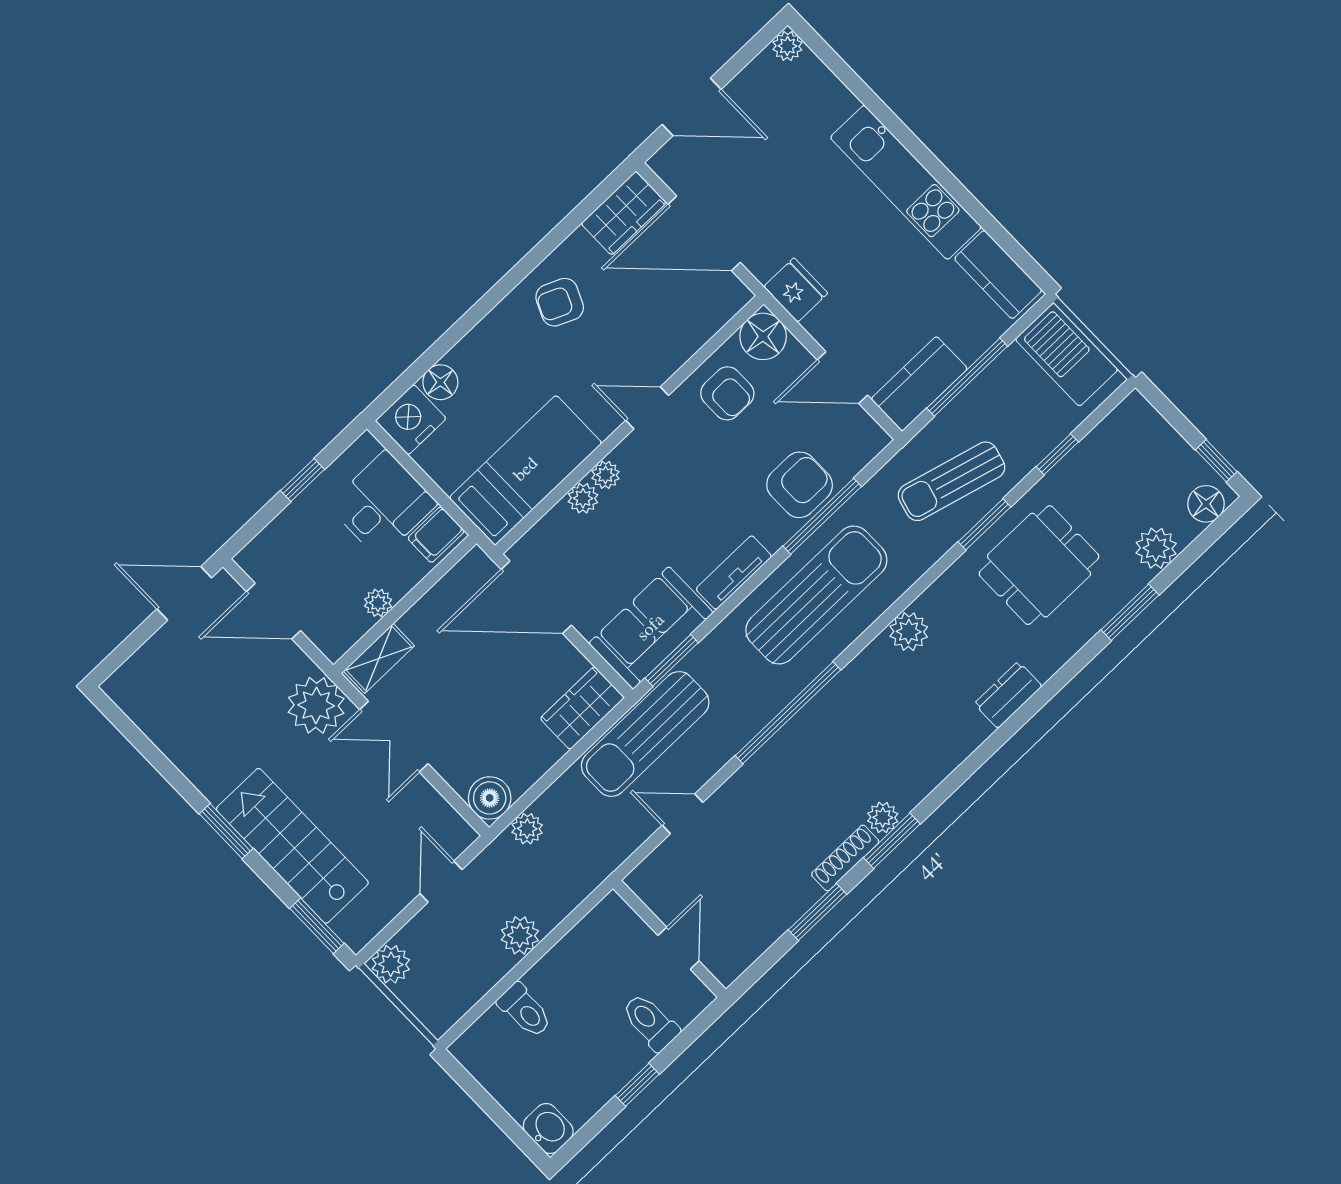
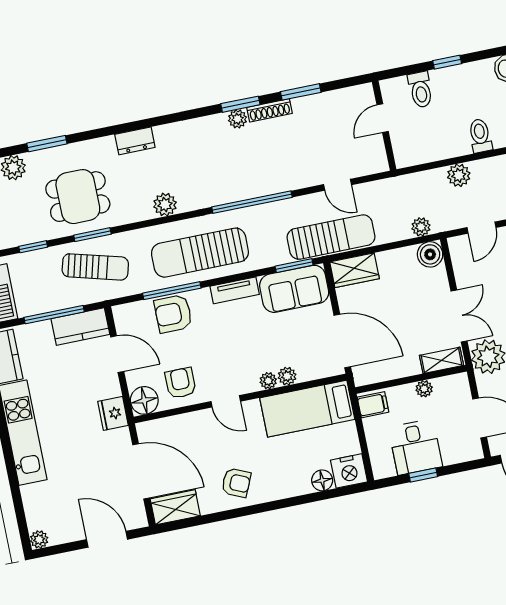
desk: (383, 504) -> (415, 447), moved, turned -90

